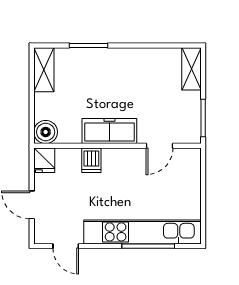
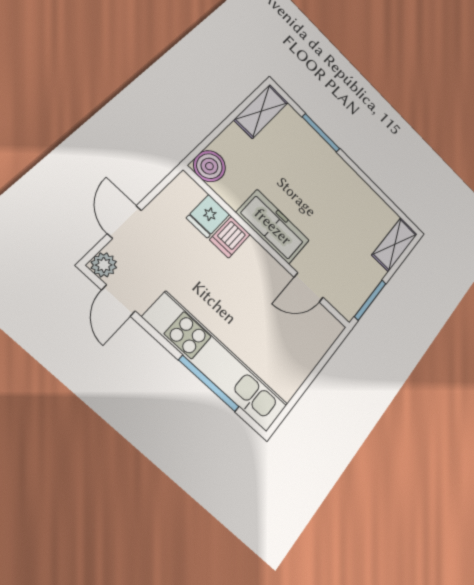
fridge: (44, 160) -> (208, 216), moved
plant: (42, 236) -> (104, 265), added

